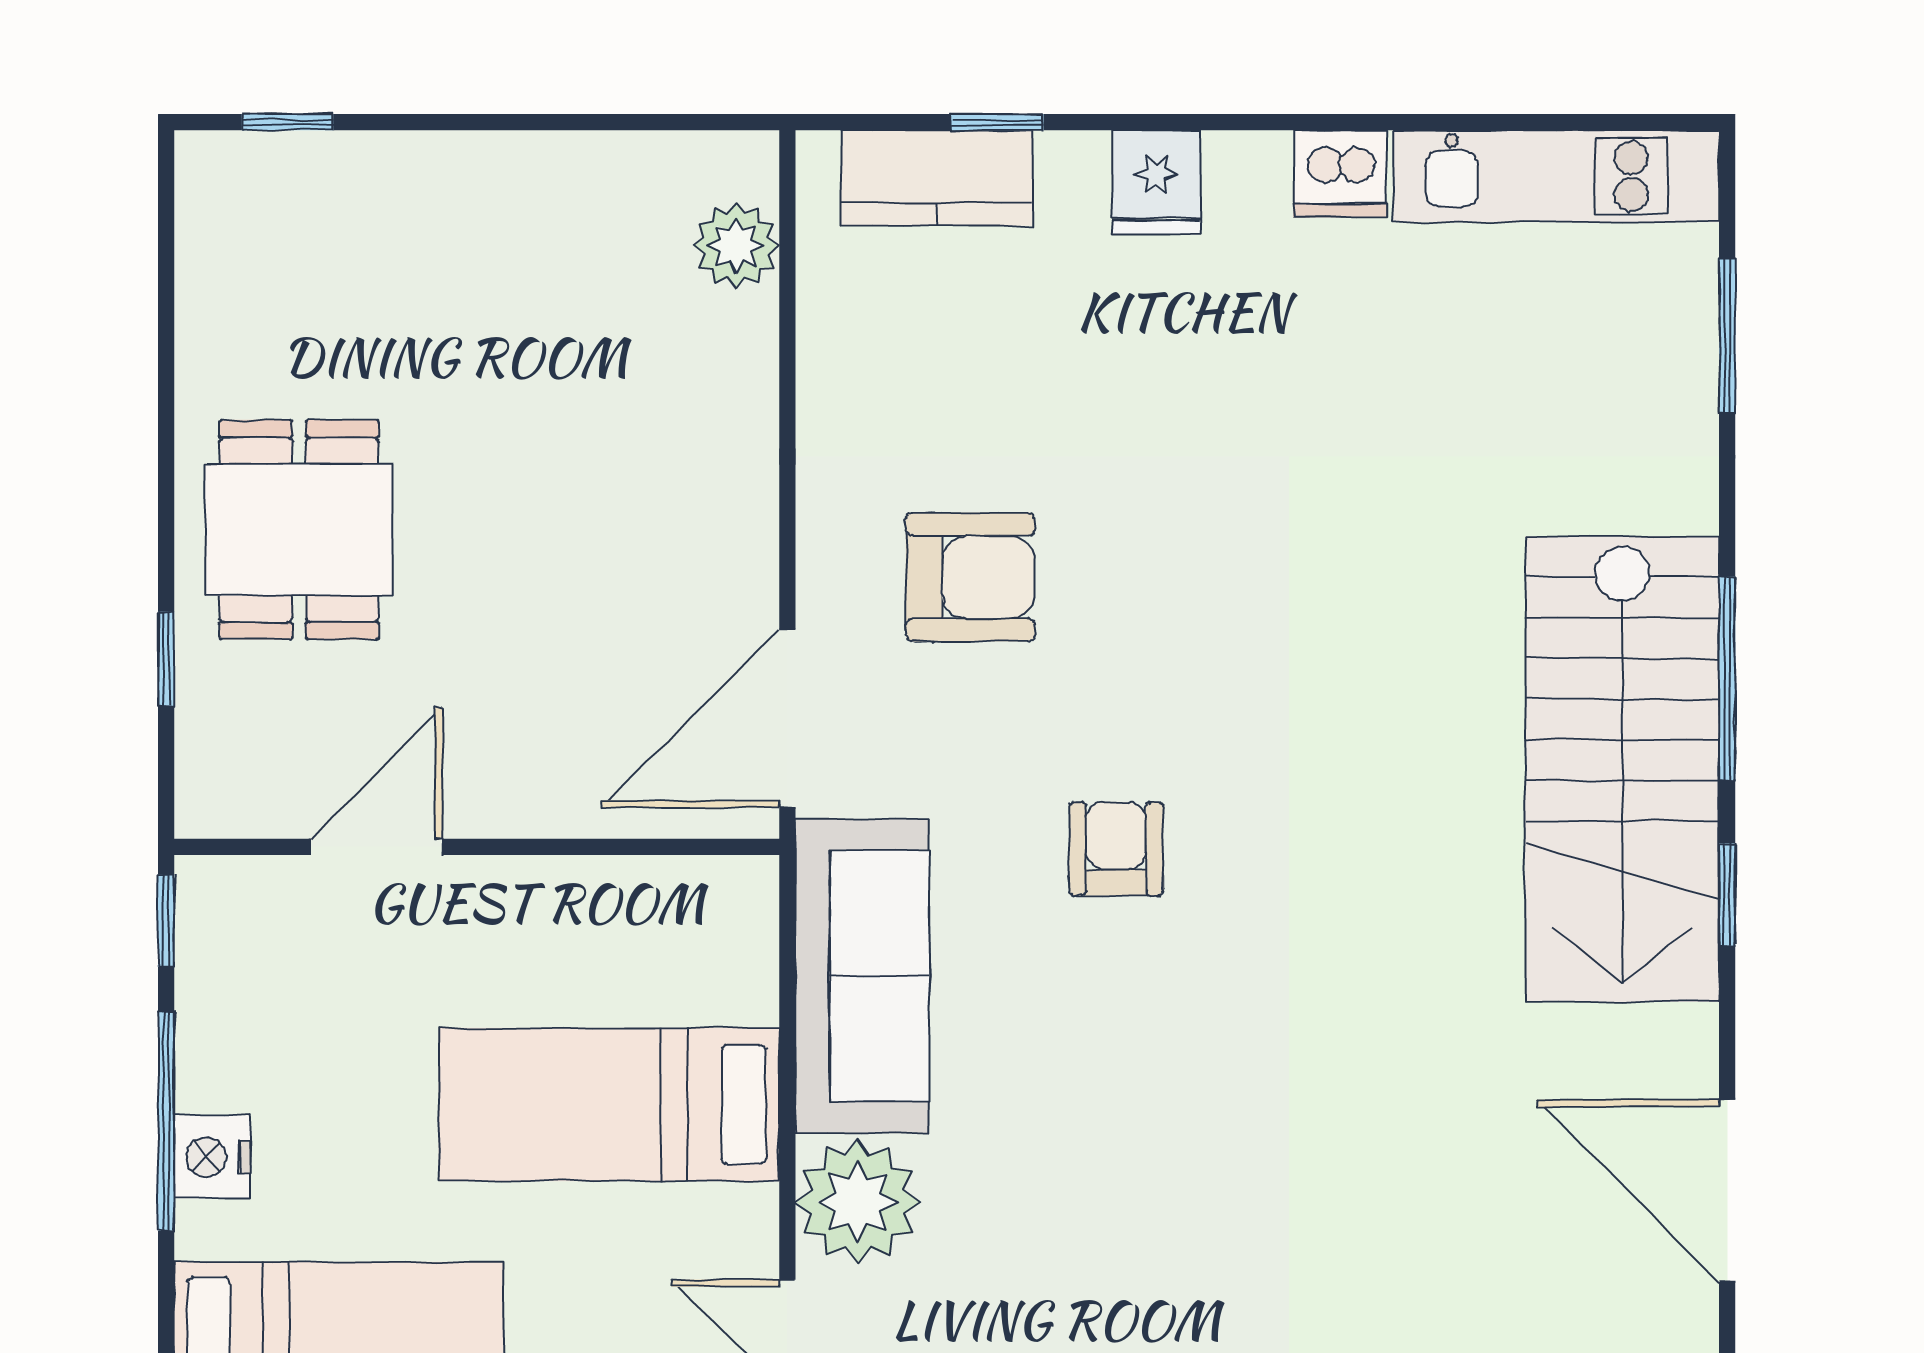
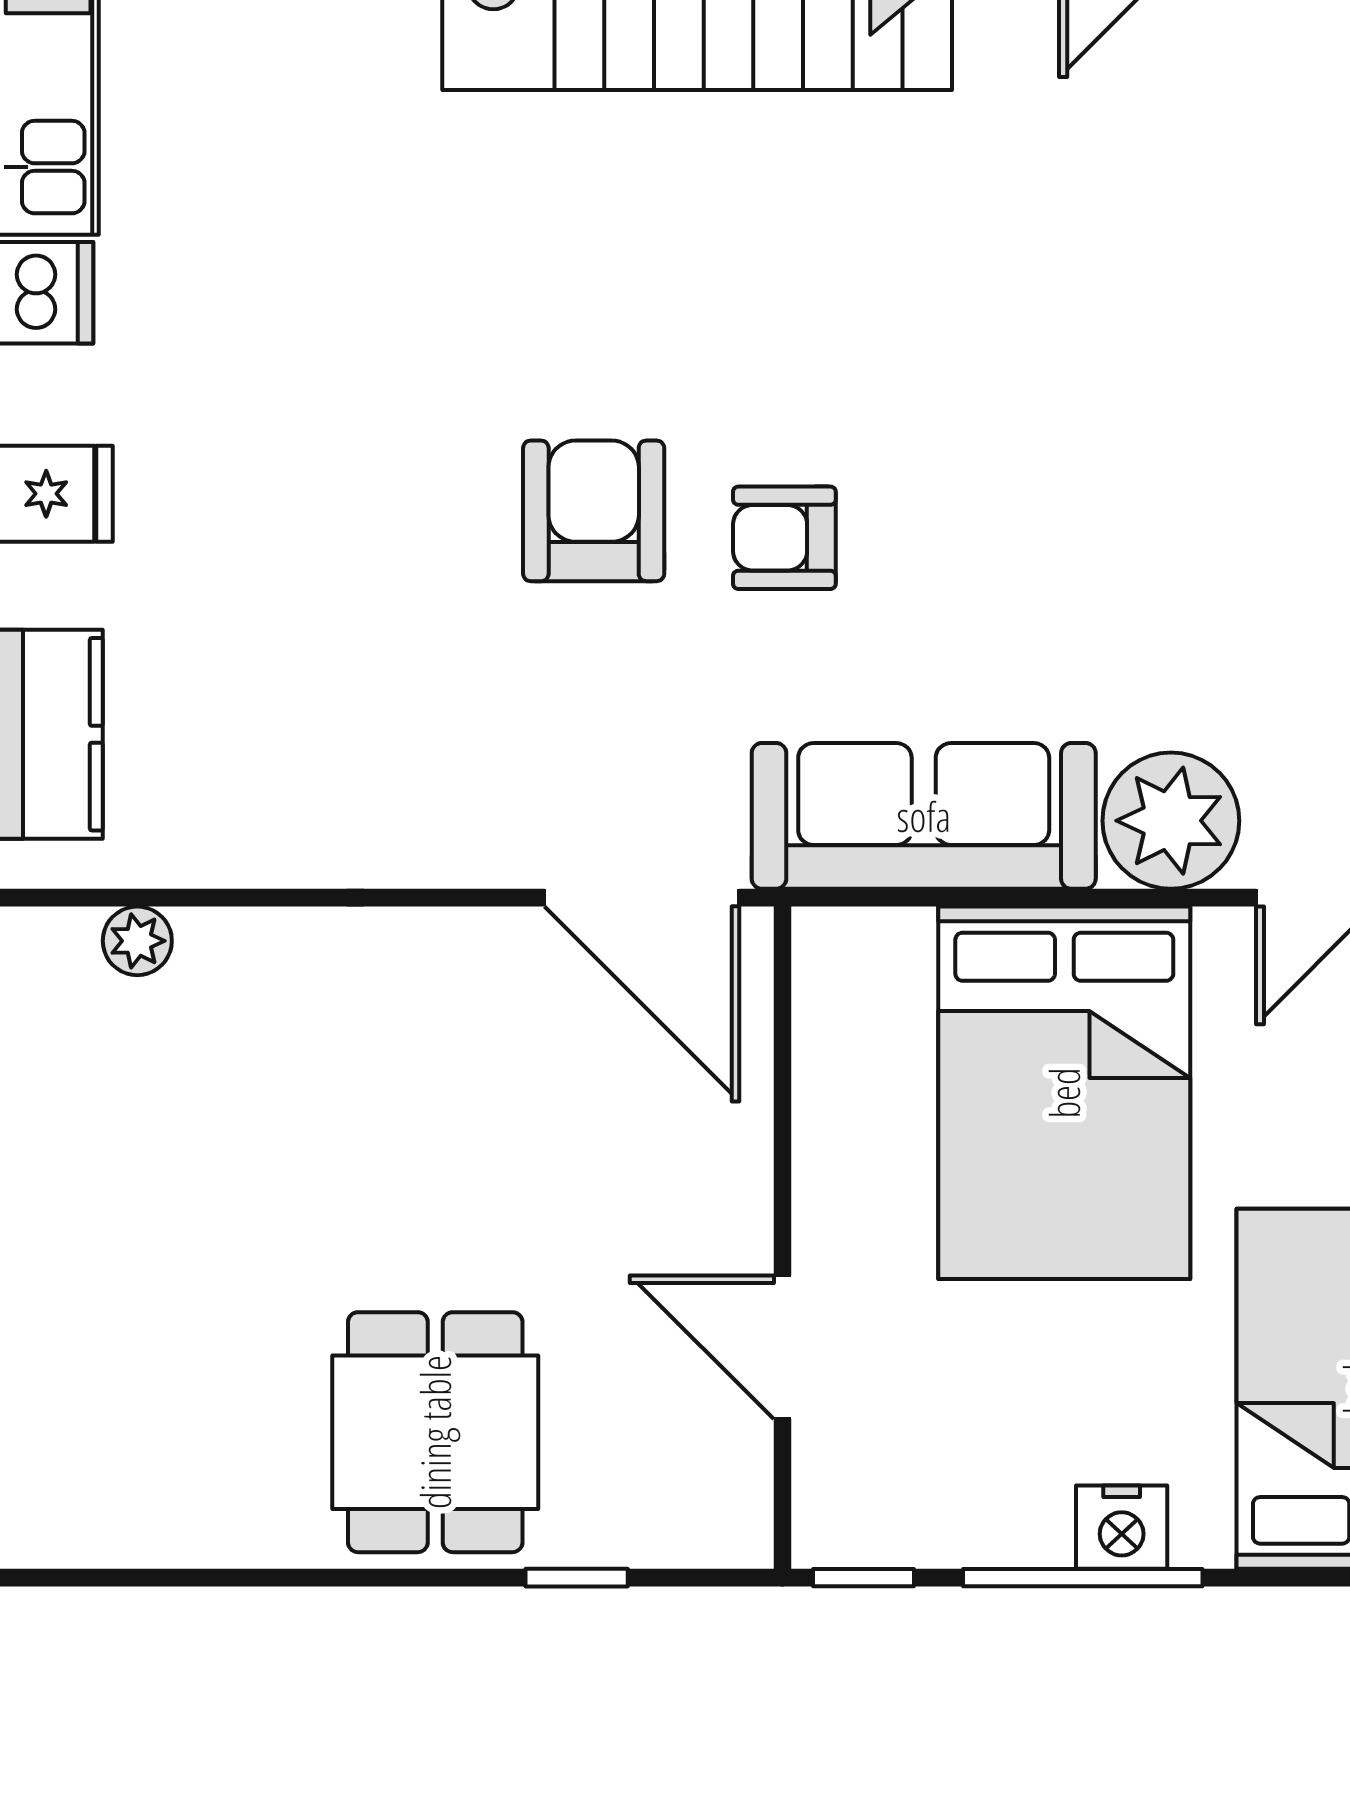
plant: (736, 246) -> (137, 941), width x0.73, depth x0.73
dining table: (299, 530) -> (435, 1432), turned 90
armchair: (970, 577) -> (594, 511), moved
bed: (609, 1104) -> (1064, 1093), width x1.50

